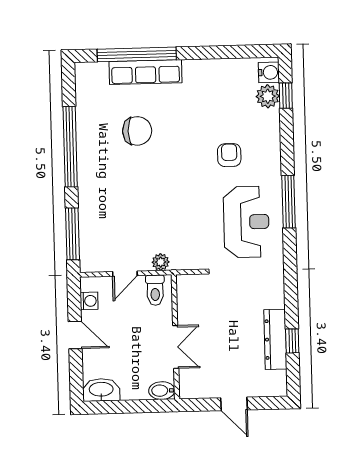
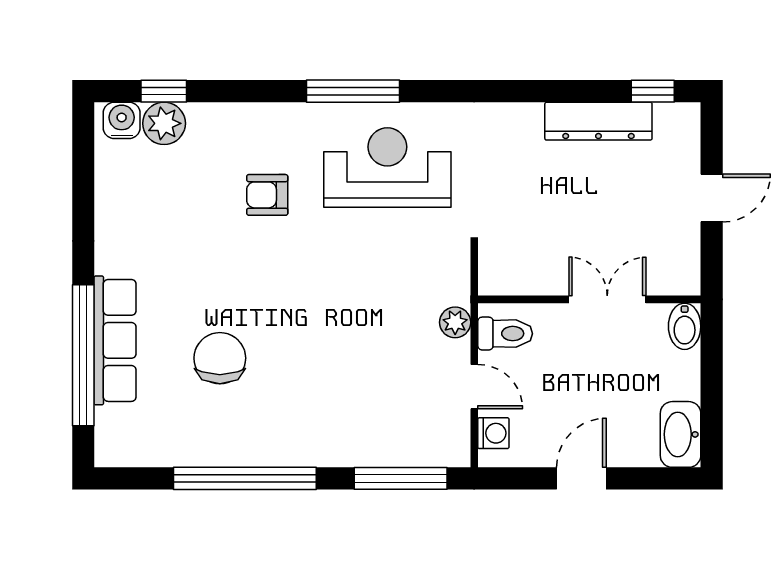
washing machine: (89, 301) -> (493, 433), moved, turned 90
window: (292, 341) -> (653, 91), moved

